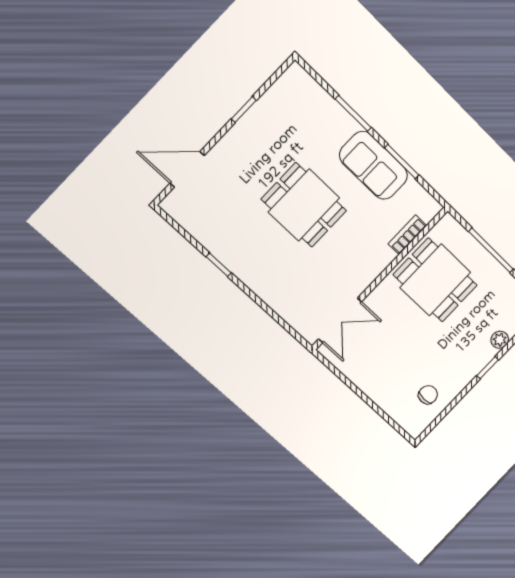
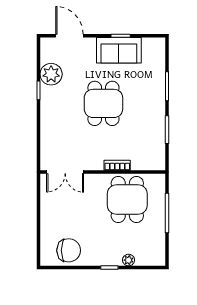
sofa: (374, 165) -> (119, 50), moved, turned -90
plant: (213, 233) -> (51, 74), added
bookcase: (407, 235) -> (117, 165), moved
chair: (428, 395) -> (69, 250), width x1.87, depth x1.87

